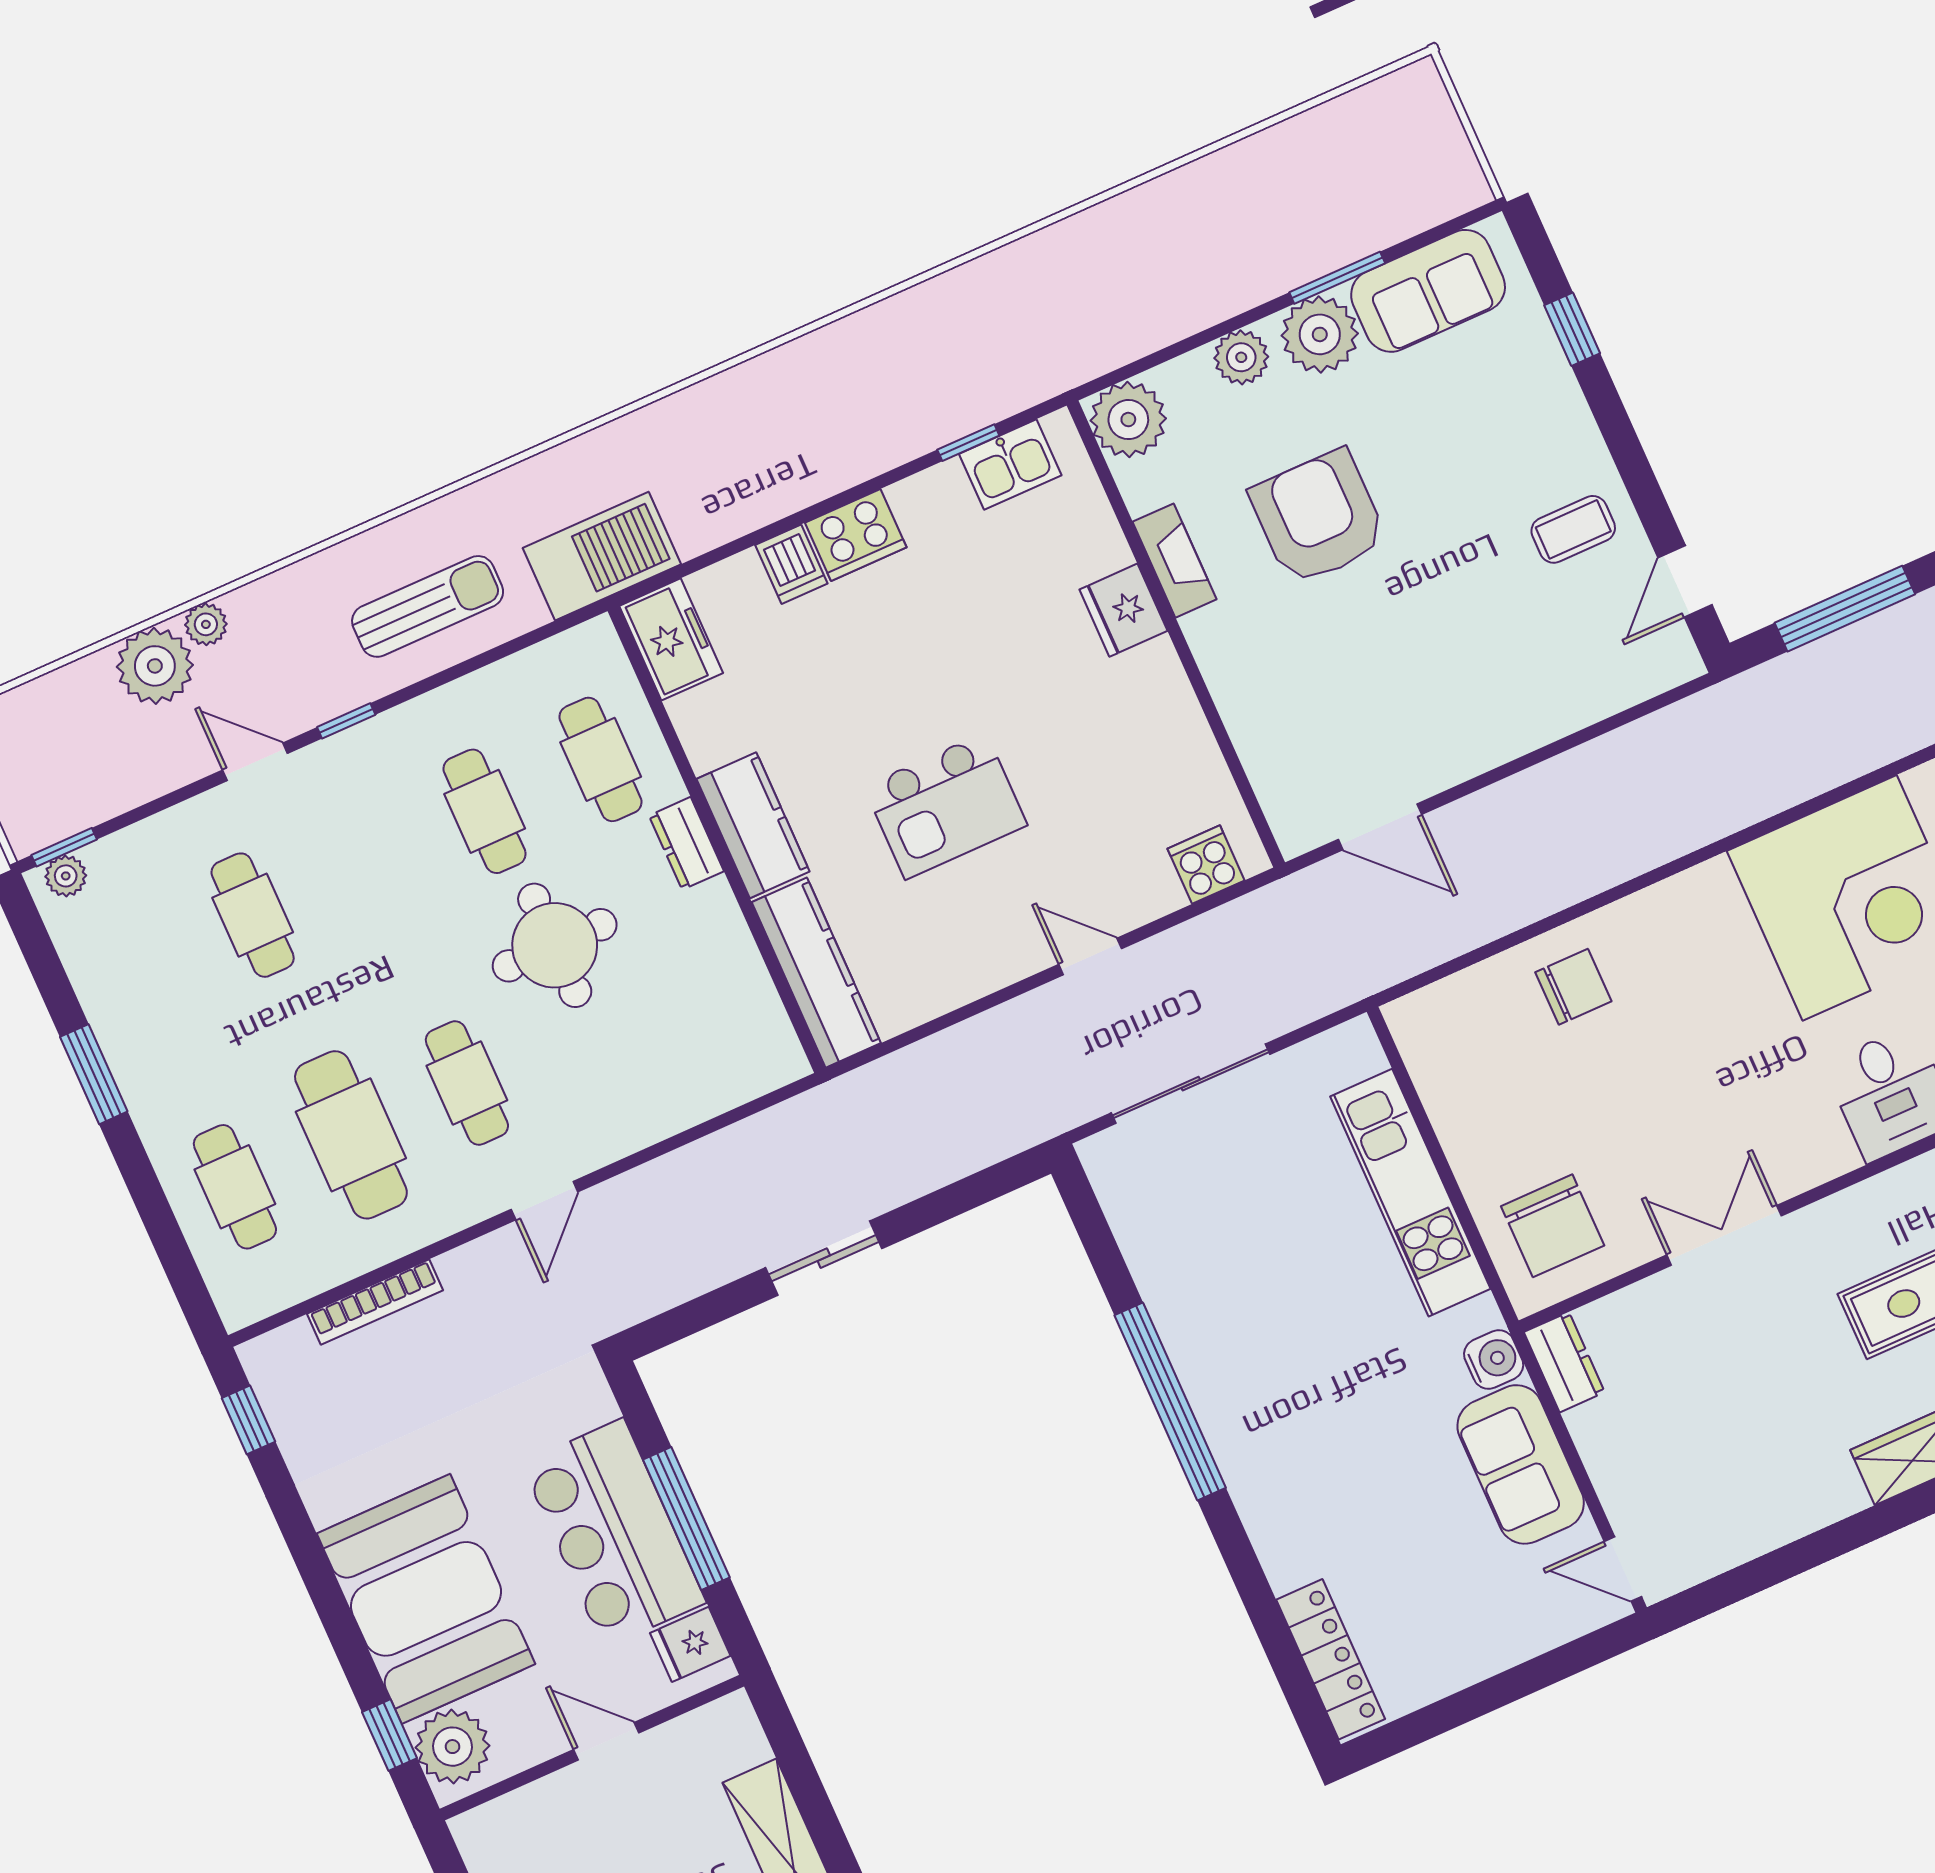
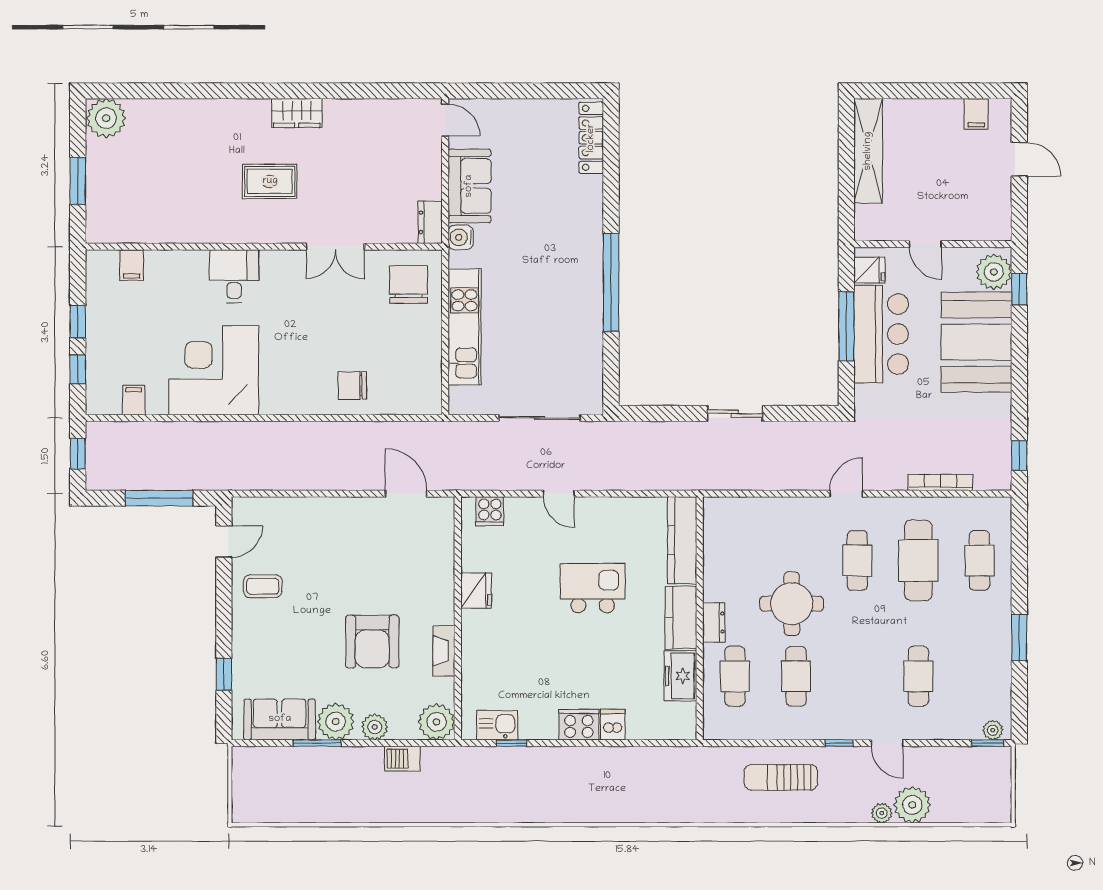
barbecue: (602, 556) -> (402, 759), moved, width x0.53, depth x0.65
fridge: (1123, 610) -> (476, 591), moved
freezer: (671, 639) -> (680, 676), moved

